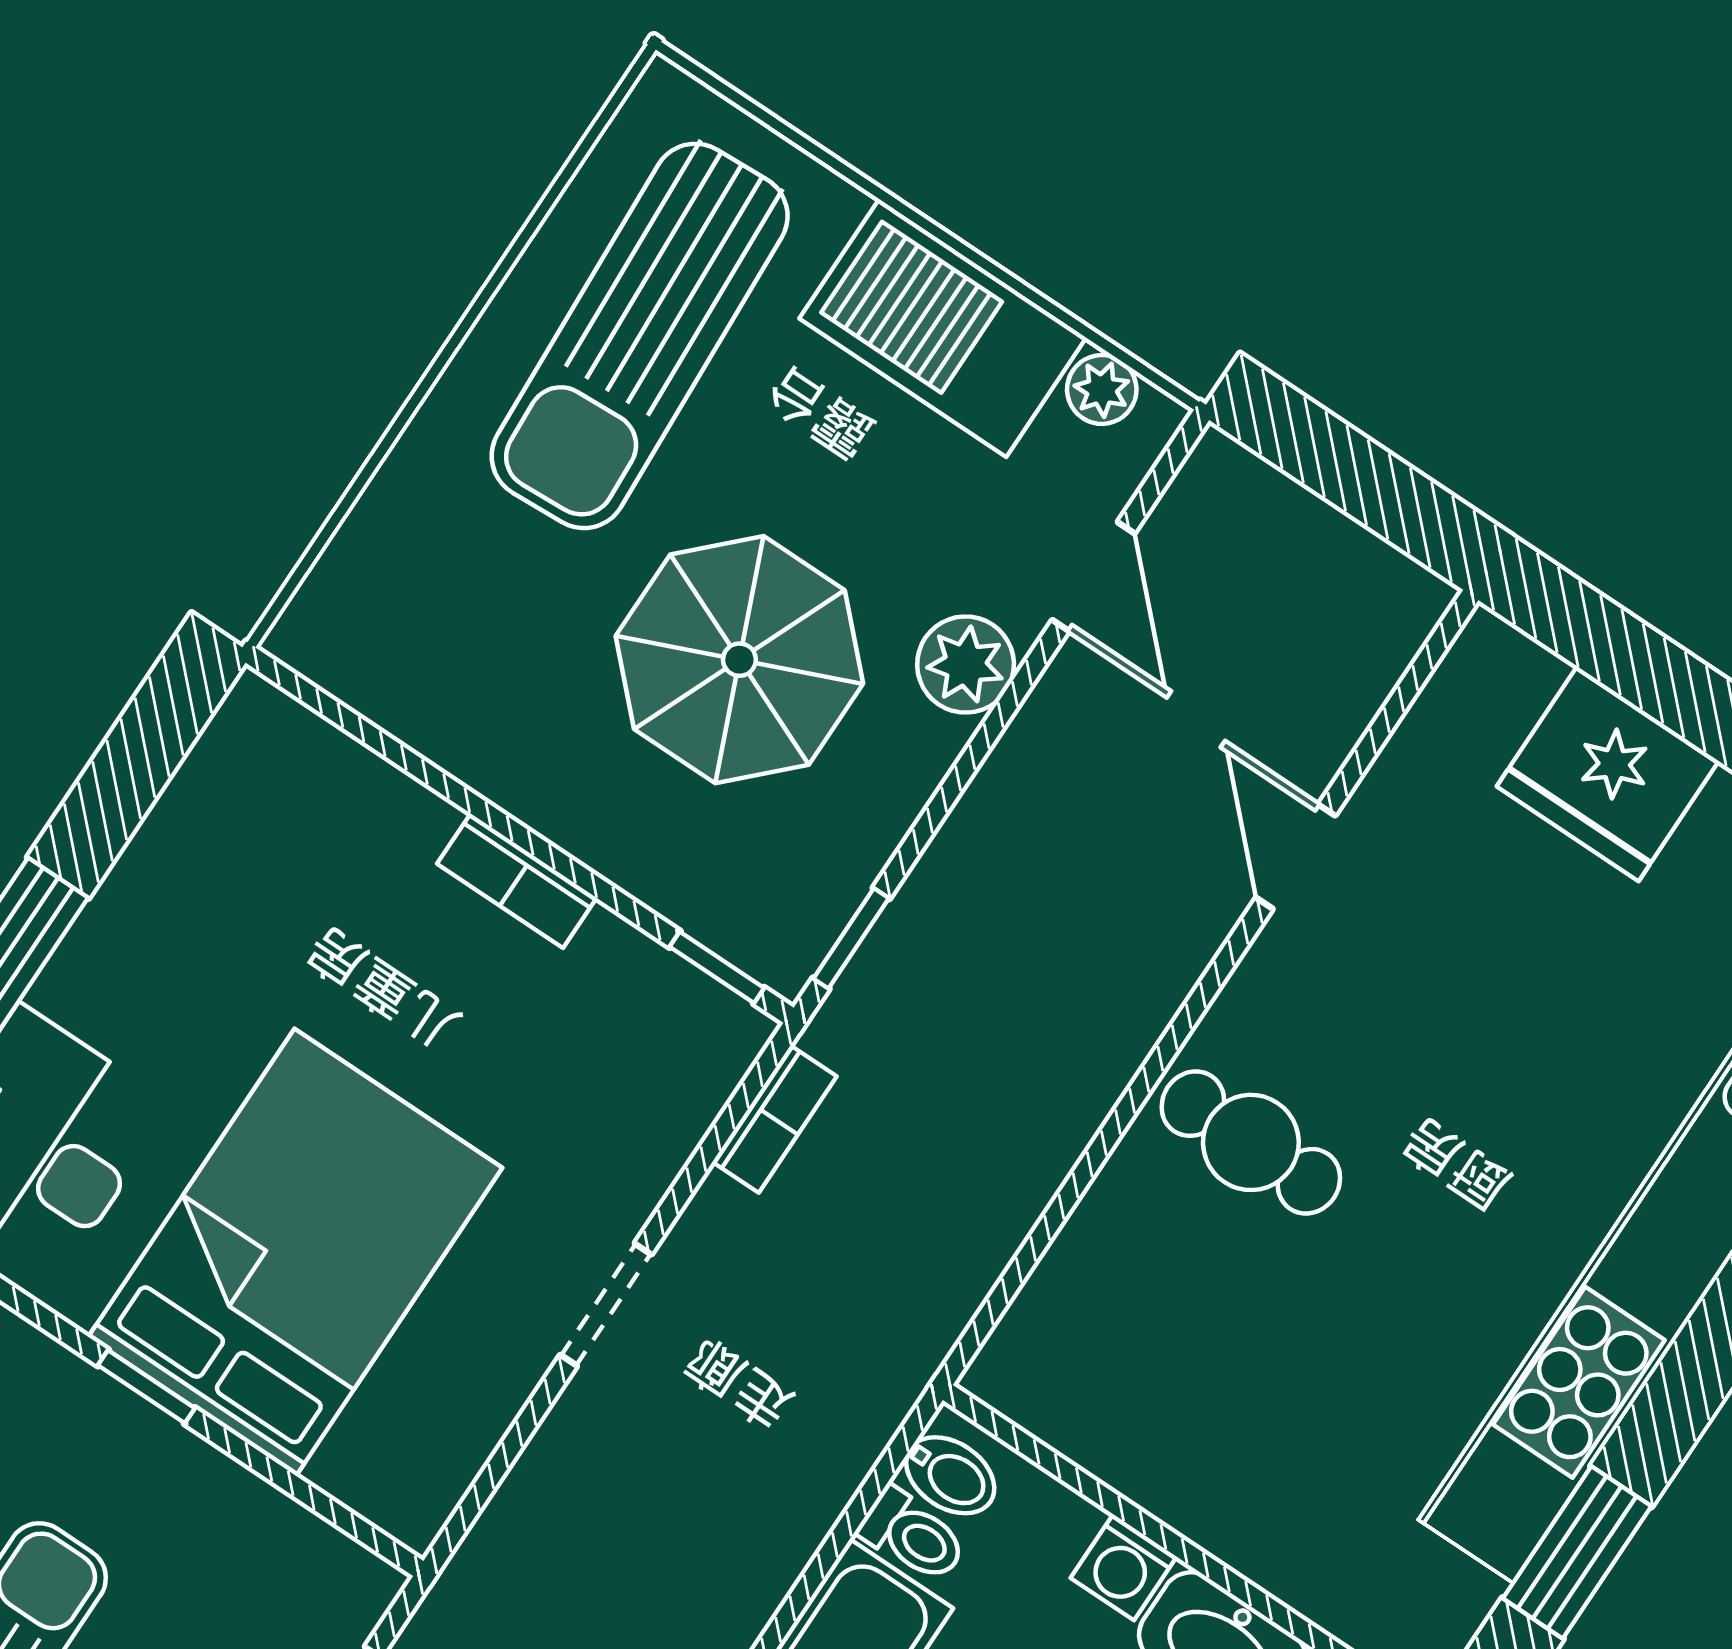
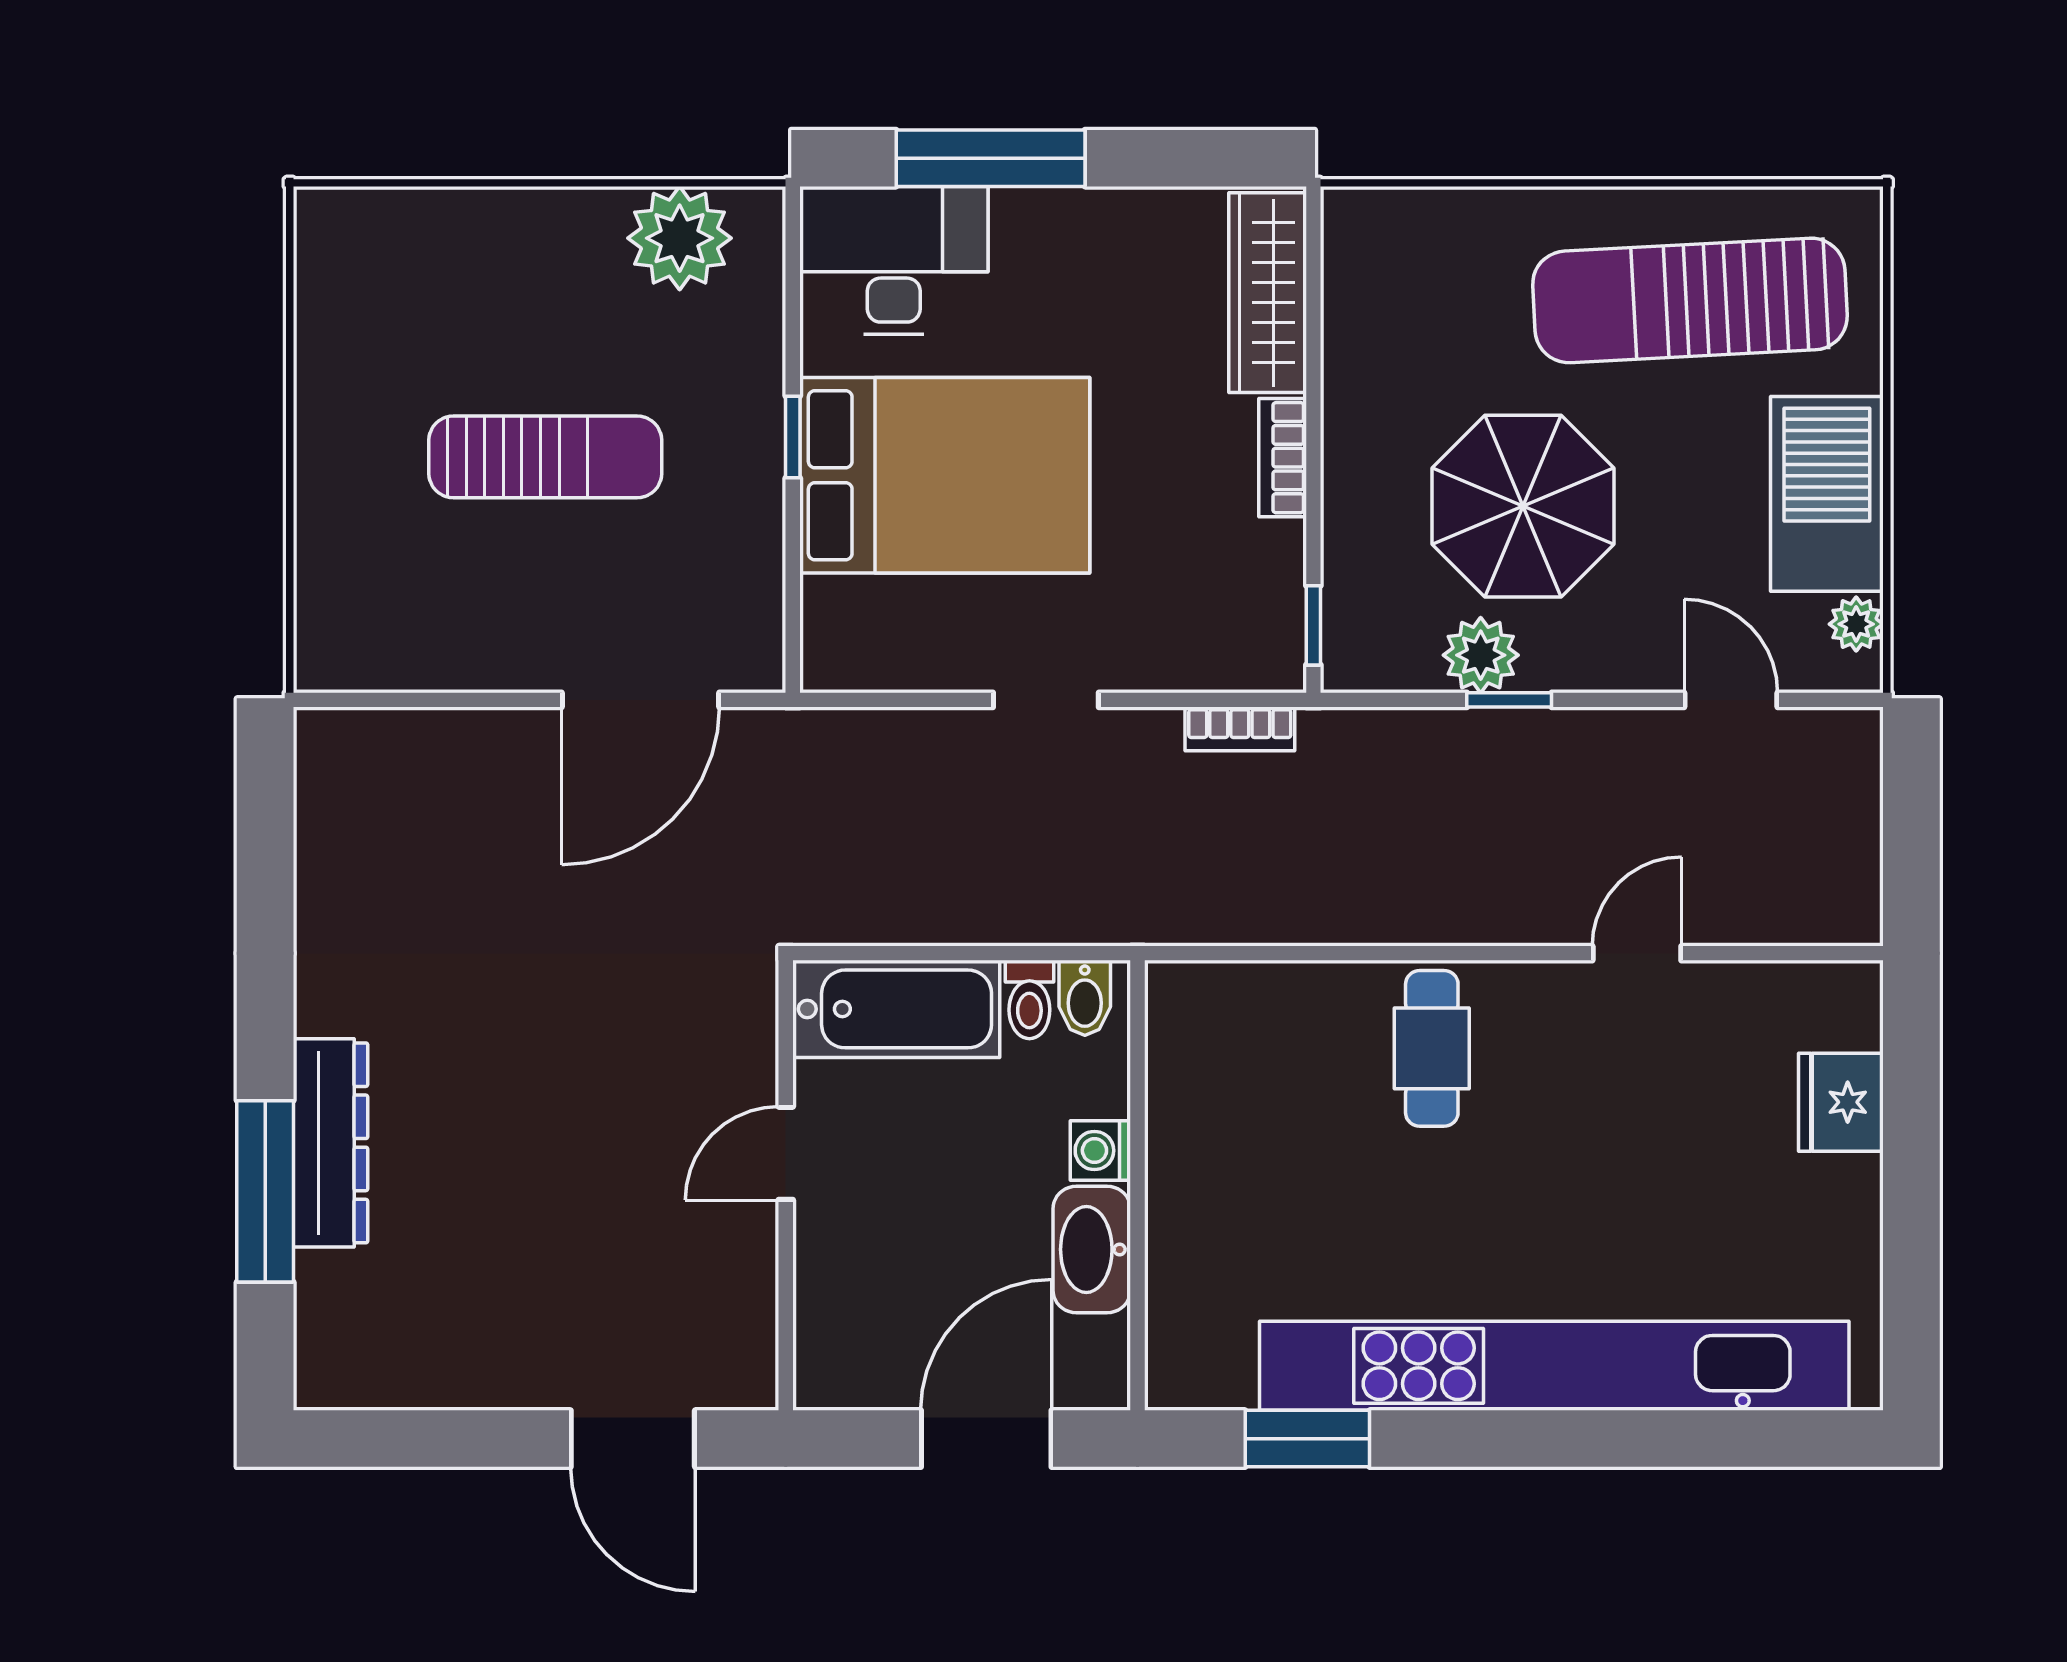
door: (1093, 577) -> (1731, 700), swing flipped
plant: (966, 665) -> (1481, 655), moved
fridge: (1608, 774) -> (1841, 1102), width x0.73, depth x0.75
wardrobe: (331, 779) -> (1268, 293), added
window: (851, 938) -> (1509, 700), moved

